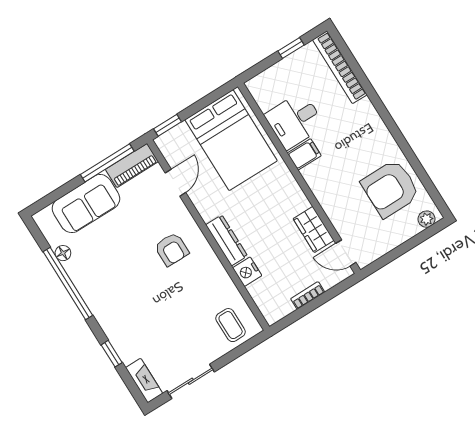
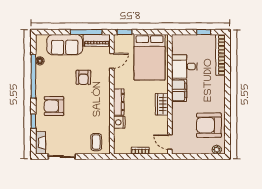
filing cabinet: (304, 154) -> (179, 90), width x2.00
wardrobe: (314, 230) -> (162, 104), moved
armchair: (172, 249) -> (83, 77), moved
armchair: (129, 310) -> (54, 106), added

